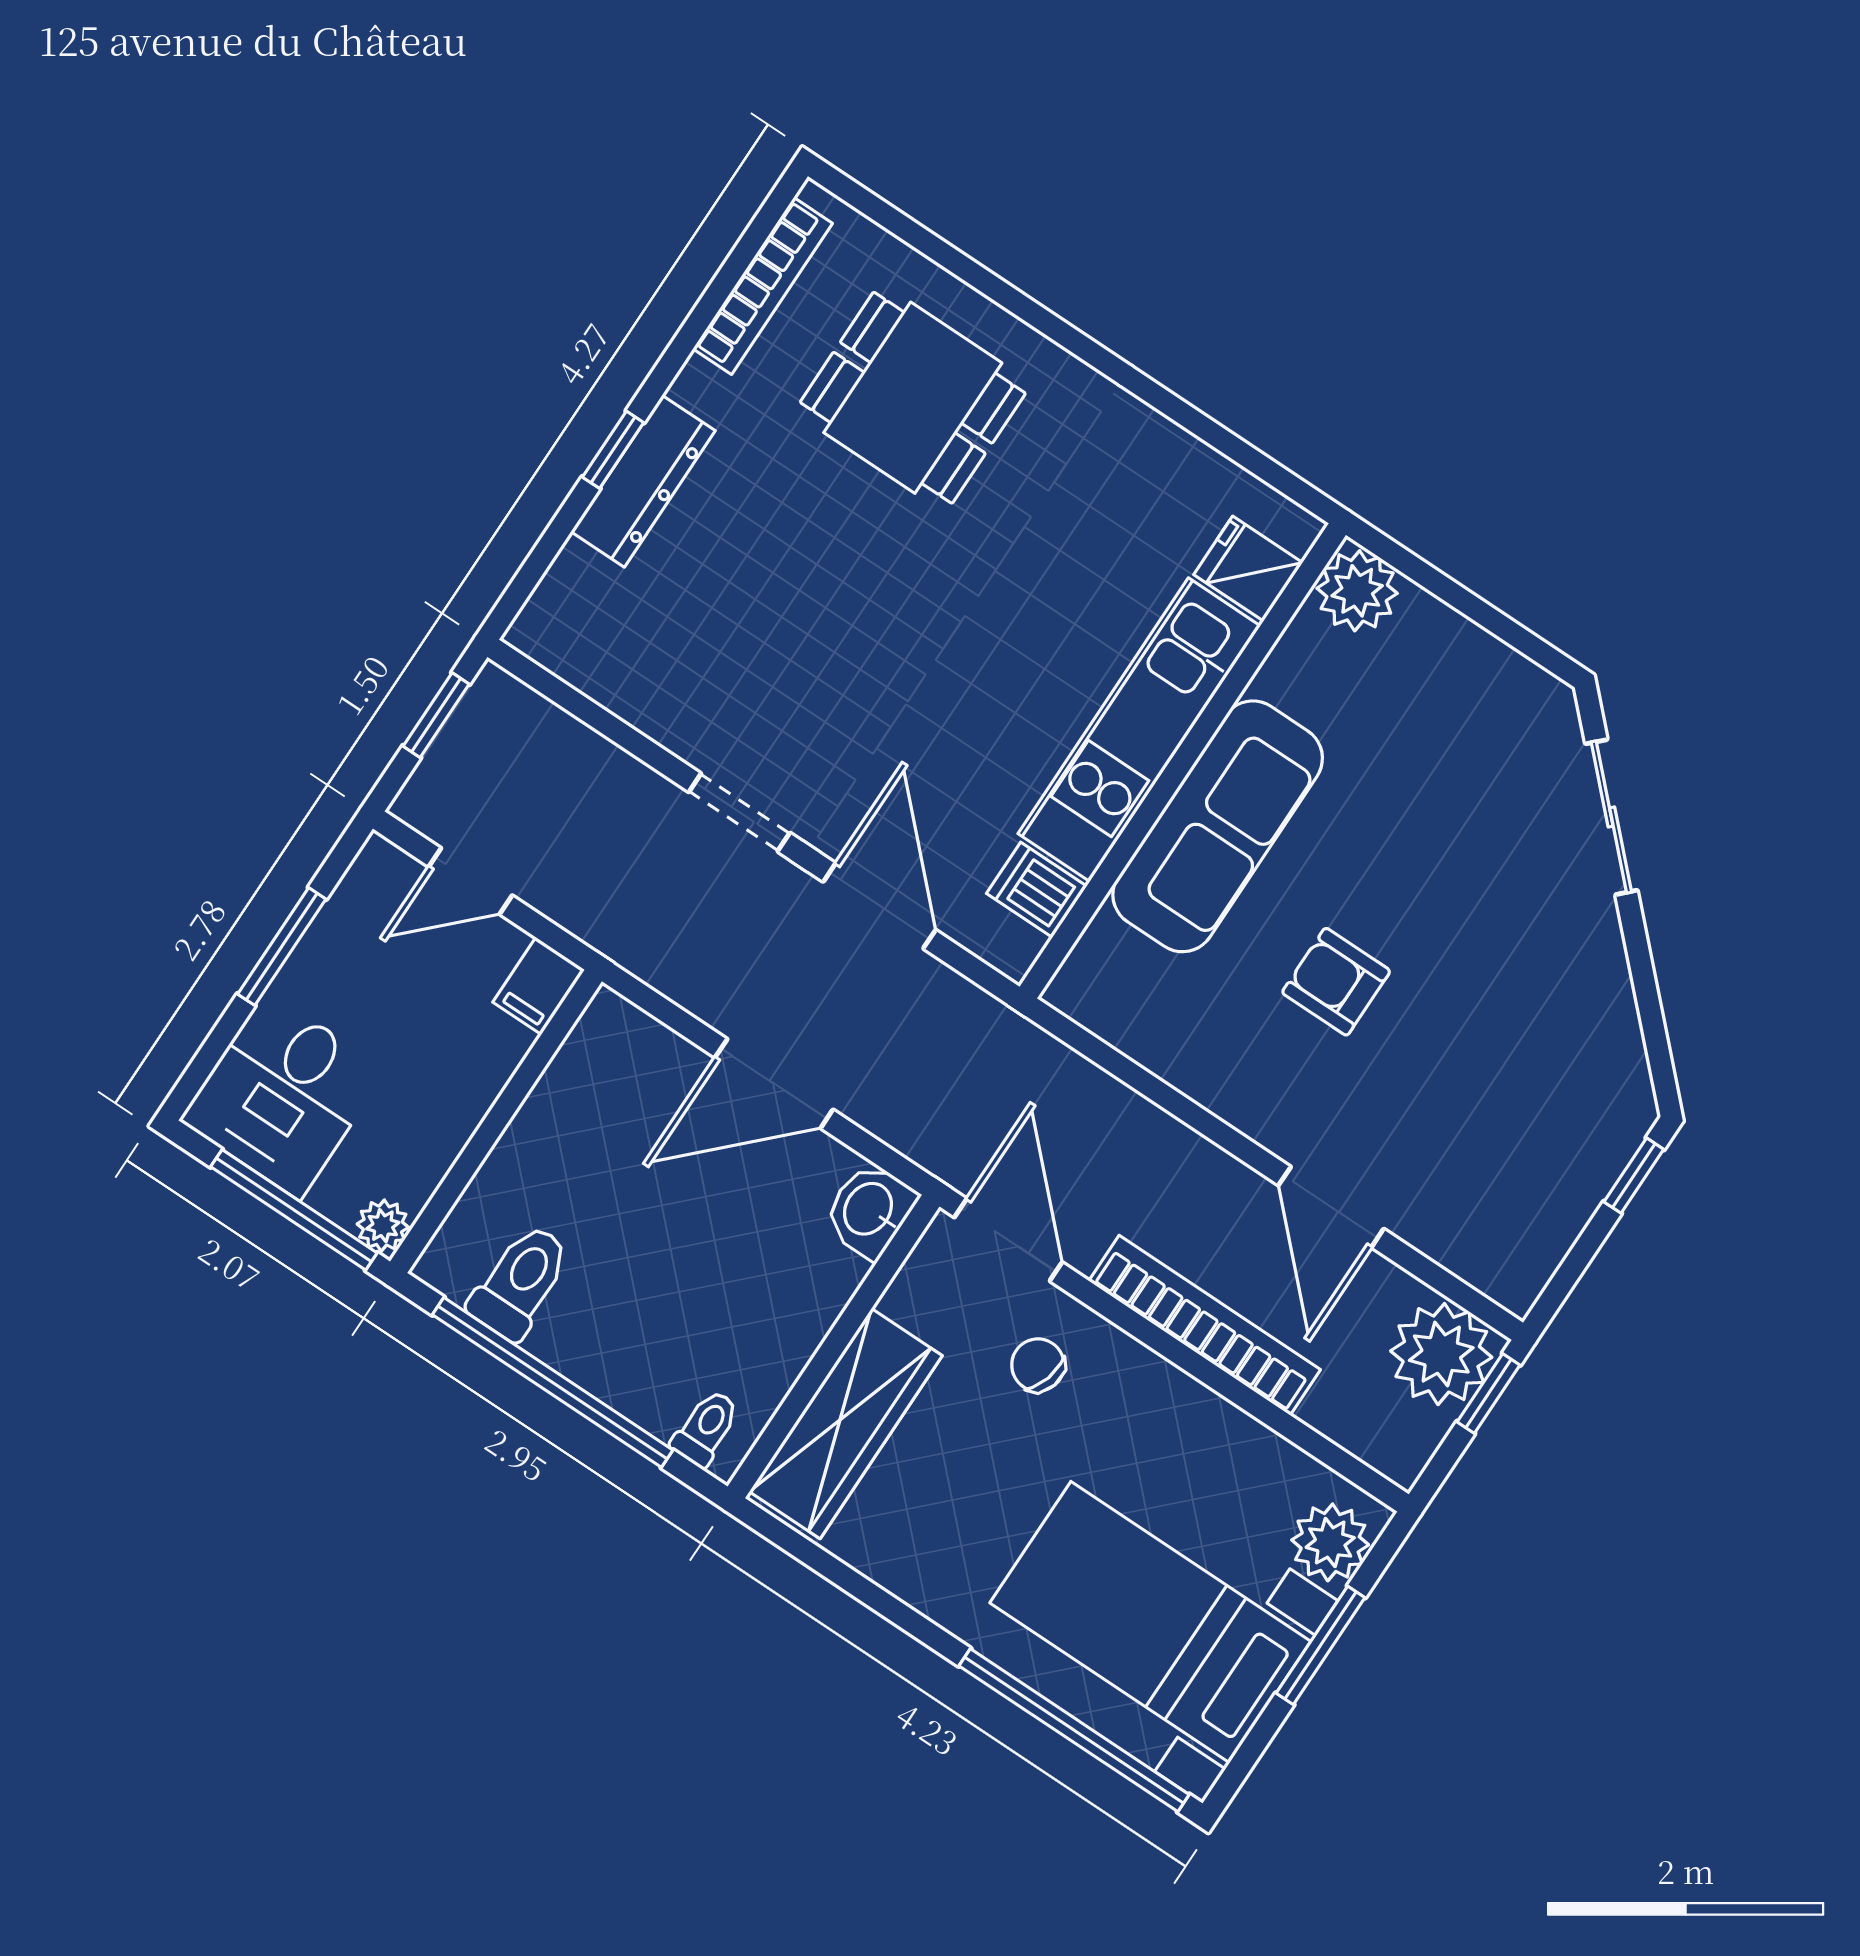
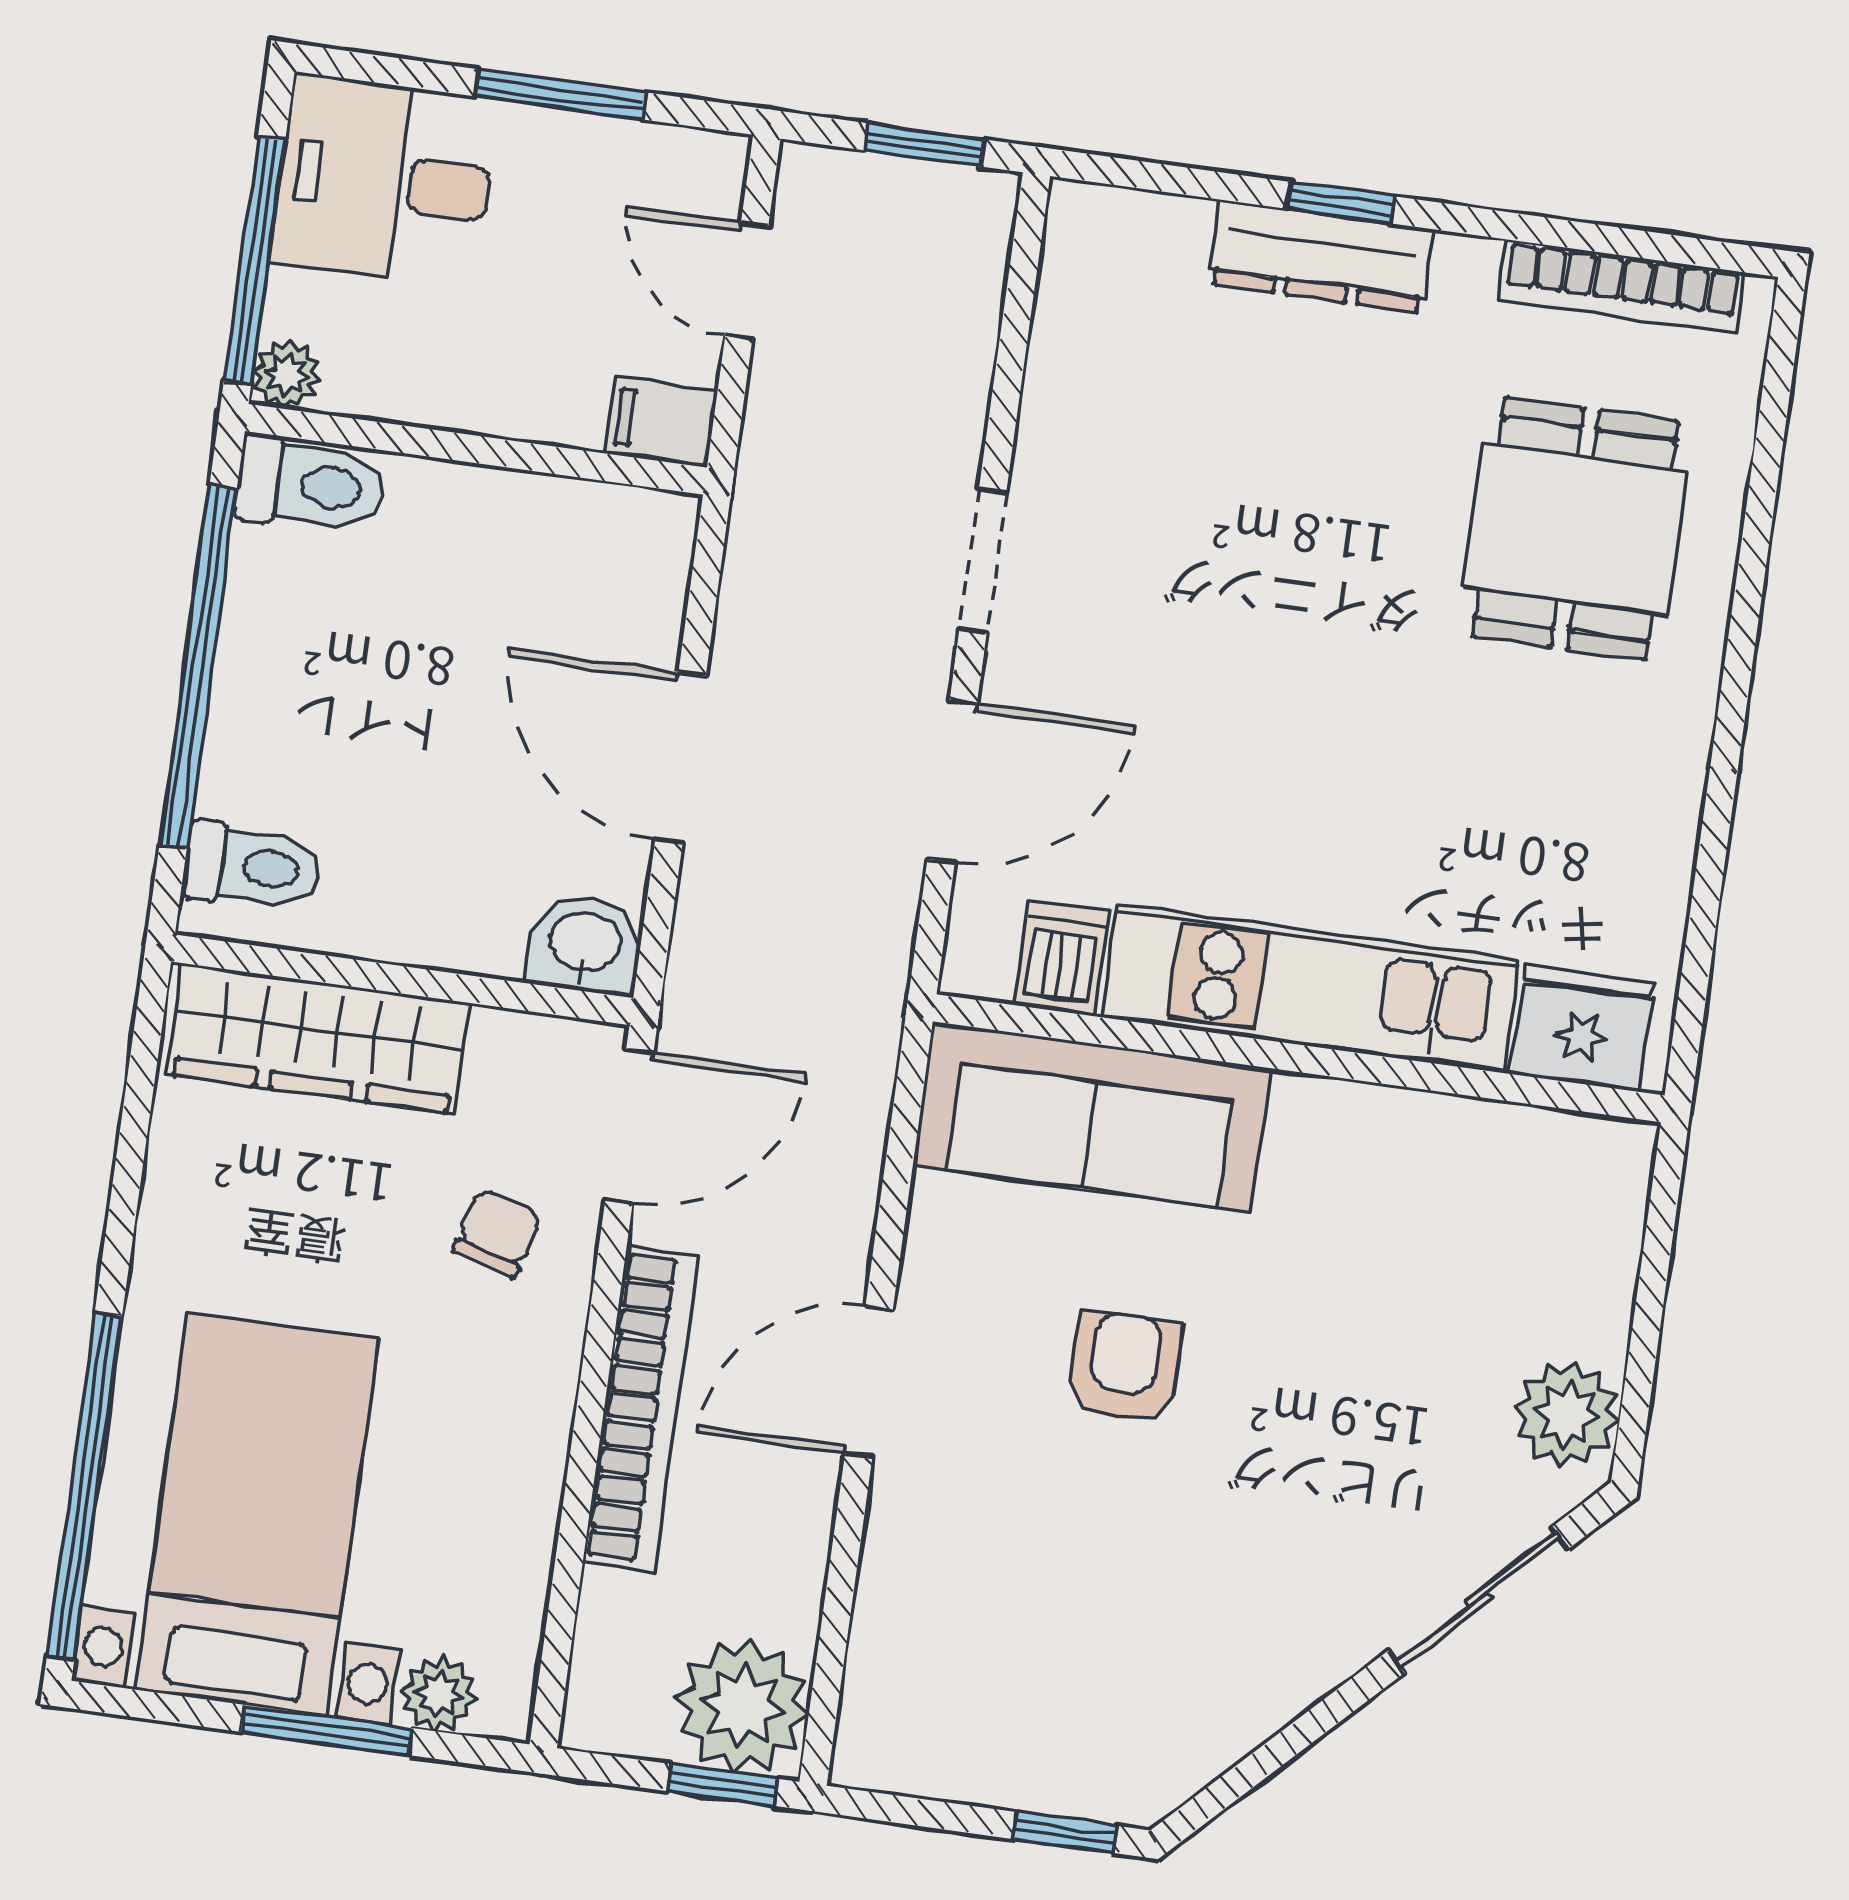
fridge: (1248, 569) -> (1582, 1028), width x1.38
plant: (1357, 591) -> (1567, 1414), moved
sofa: (1218, 826) -> (1092, 1117), moved
door: (1331, 1207) -> (869, 1382), moved
toilet: (520, 1282) -> (311, 485), moved
toilet: (706, 1428) -> (252, 866), width x1.37, depth x1.39
plant: (1330, 1542) -> (439, 1694), width x0.73, depth x0.73

